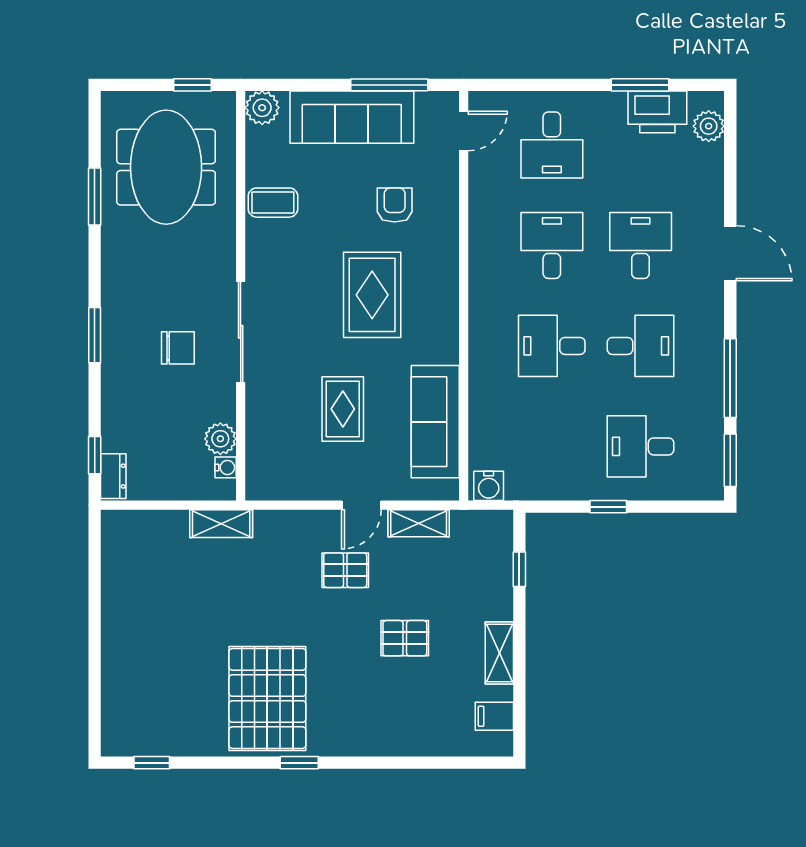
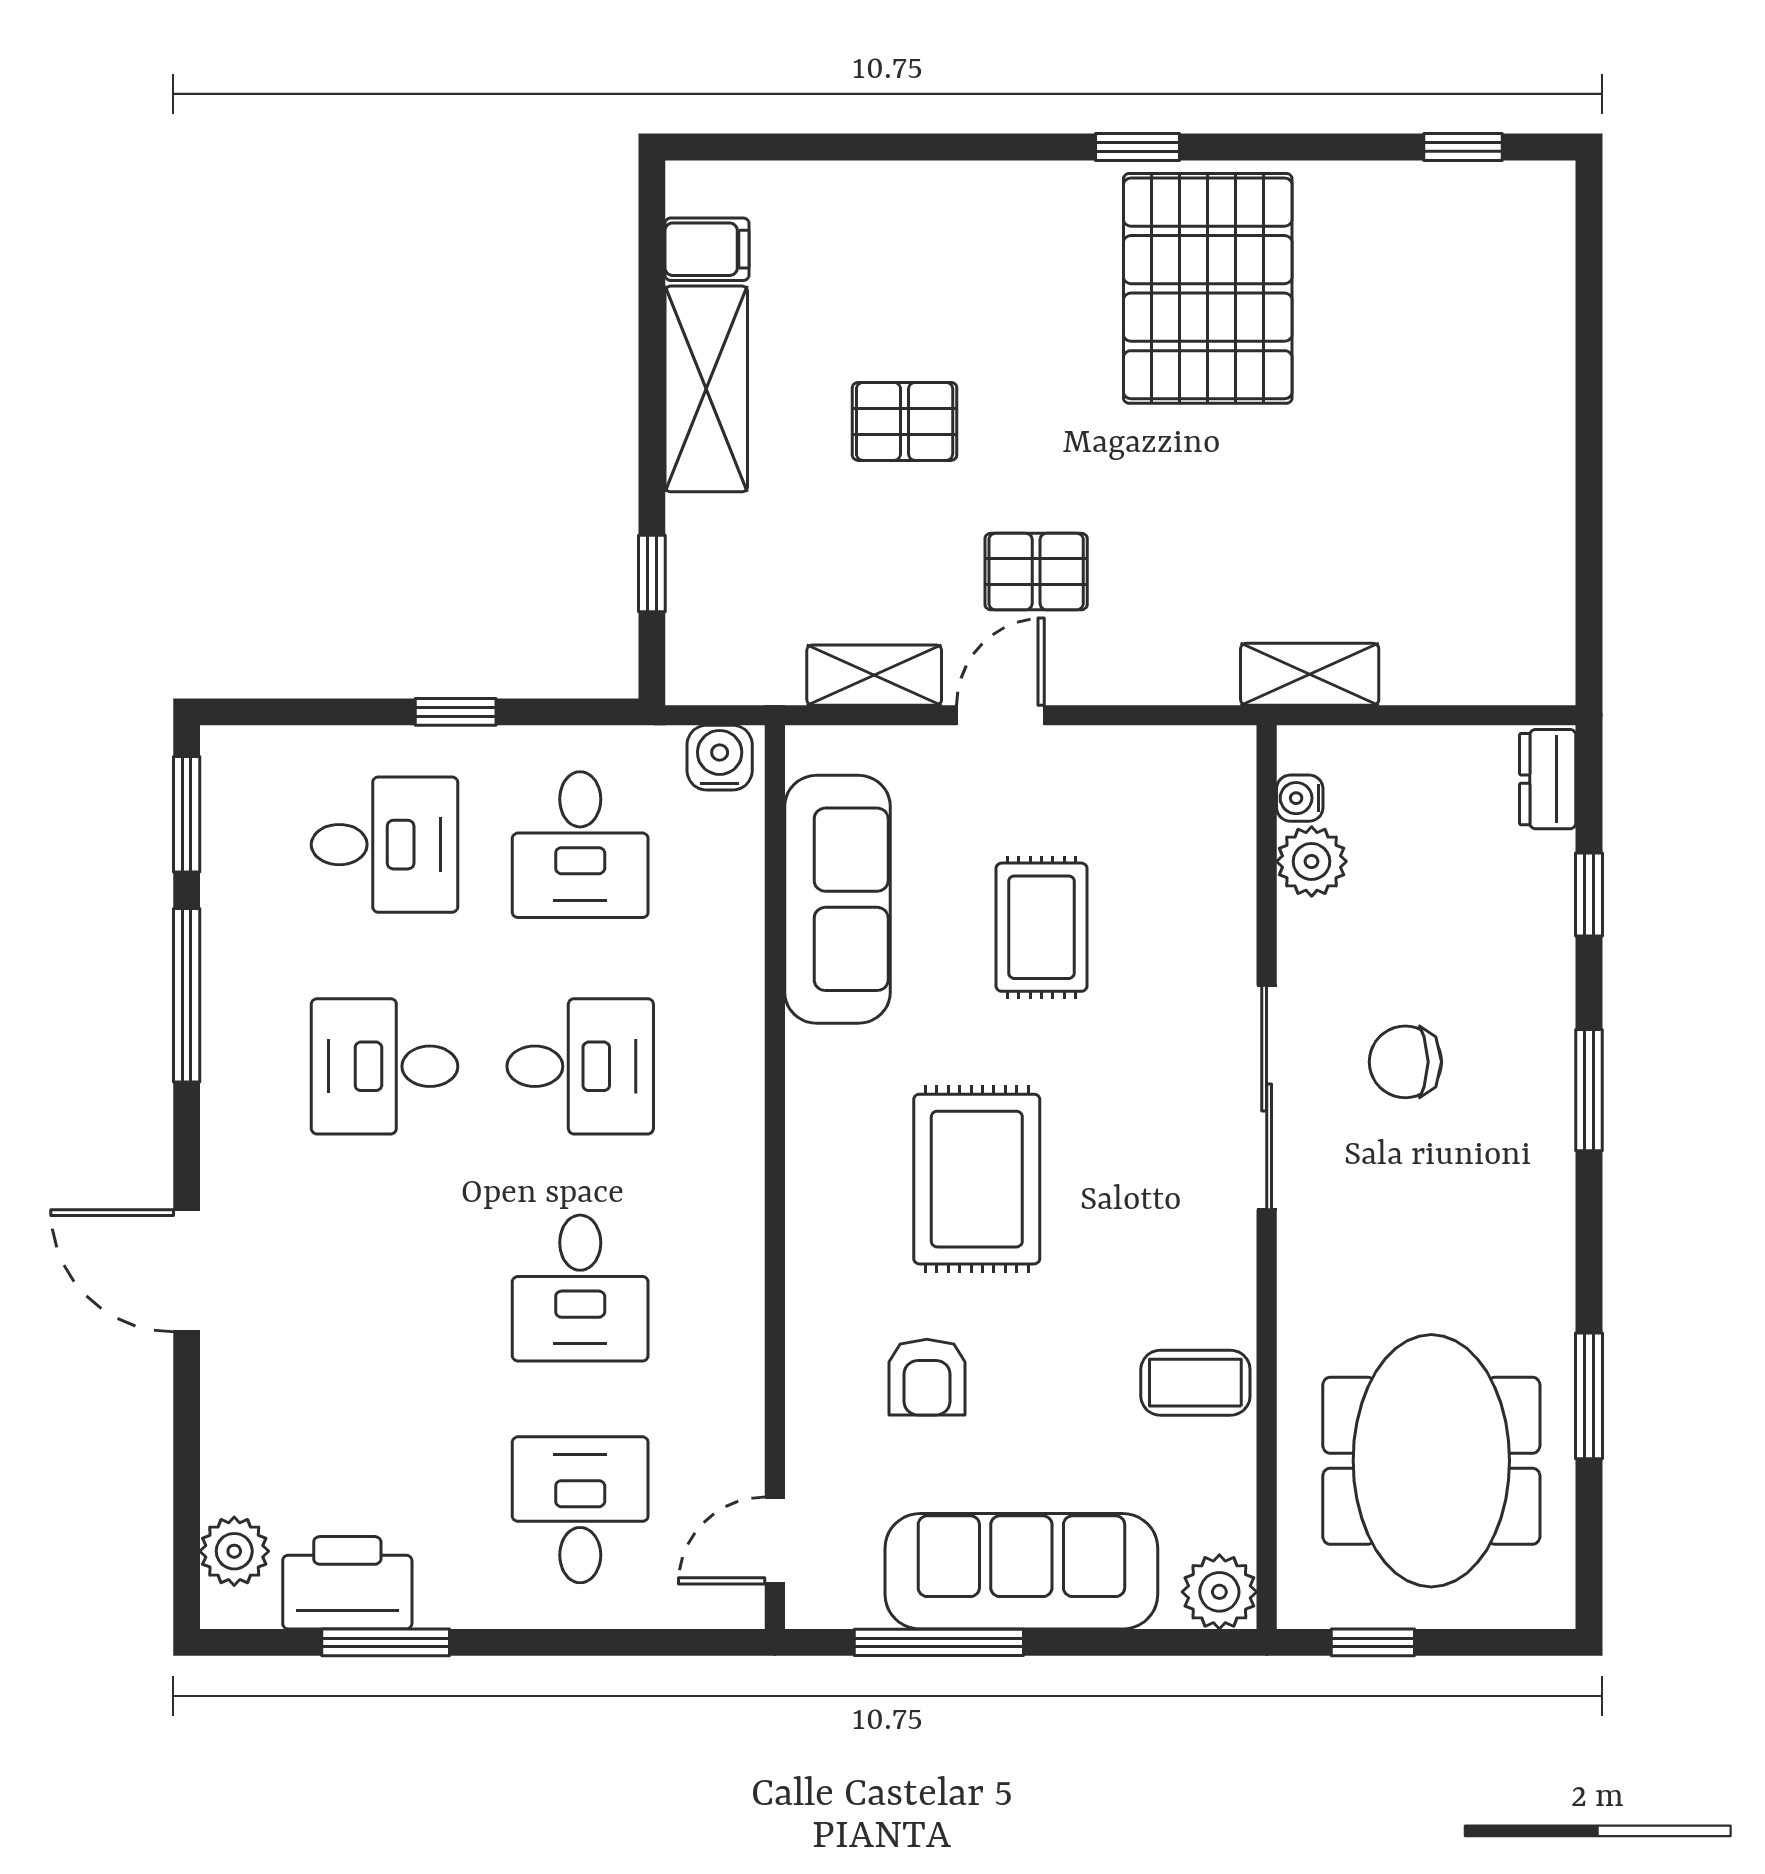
desk: (641, 245) -> (580, 845), moved
window: (95, 455) -> (1589, 895), moved
shelving: (499, 653) -> (706, 389), width x1.50, depth x1.33

